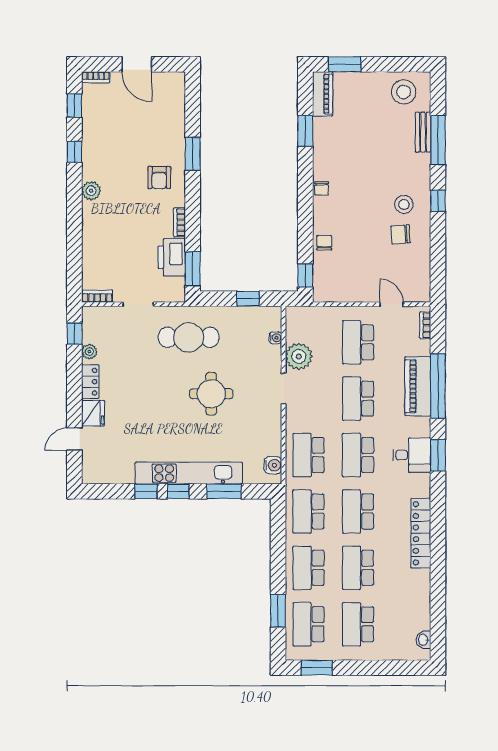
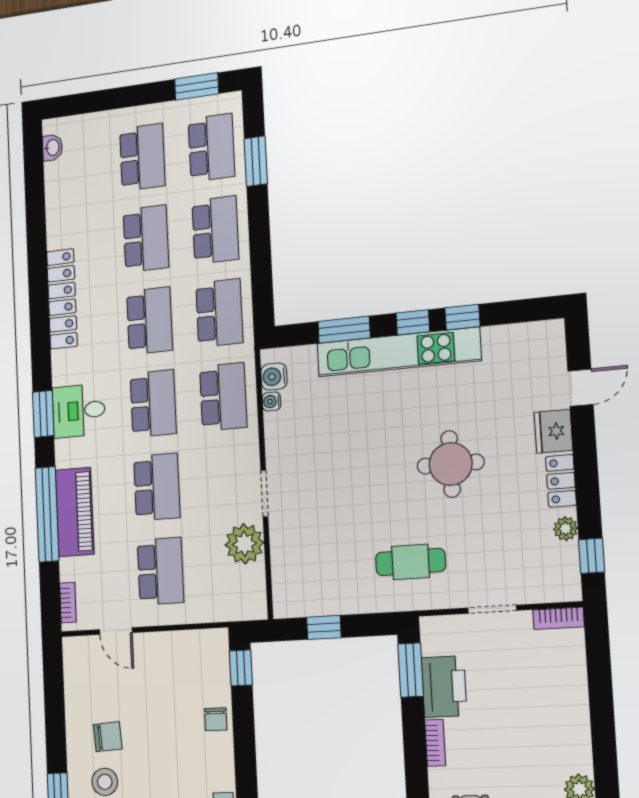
cafe table: (189, 337) -> (410, 562), width x0.73, depth x0.74
water cooler: (276, 338) -> (271, 401), moved
round table: (211, 394) -> (451, 464), moved

